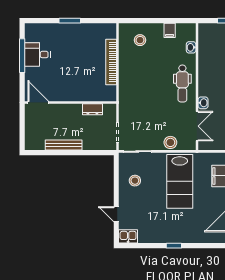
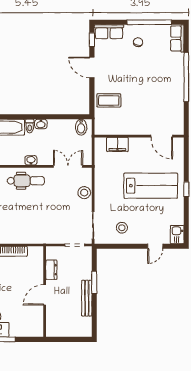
door: (38, 103) -> (45, 295), moved
washbasin: (203, 103) -> (31, 160), moved
window: (80, 153) -> (94, 282), added
lab bench: (180, 181) -> (151, 186), moved

